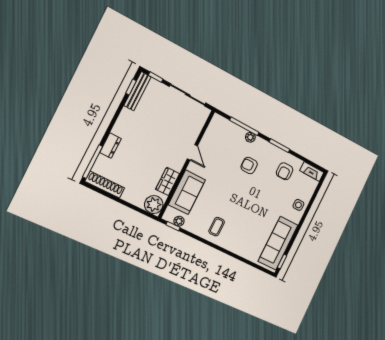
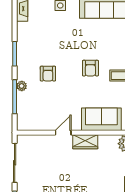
armchair: (285, 171) -> (90, 68), moved, turned 90
wardrobe: (168, 181) -> (85, 142), moved

